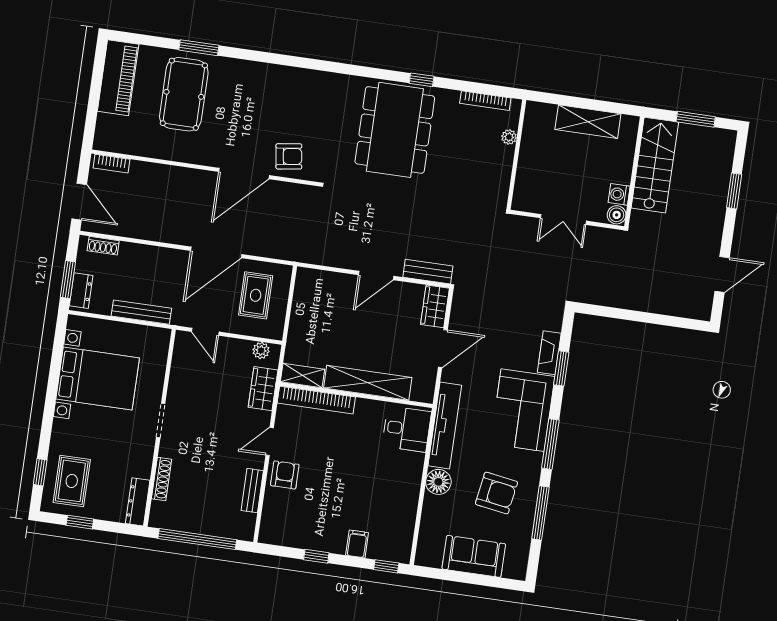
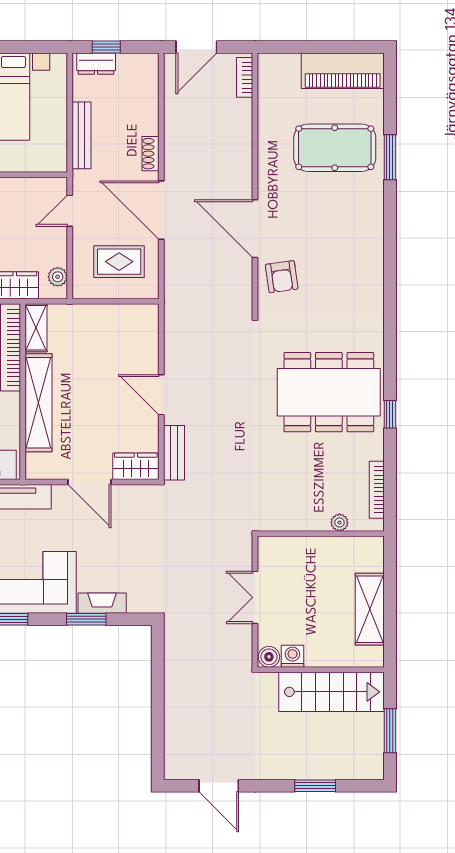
shoe rack: (103, 246) -> (150, 154), moved
window: (68, 280) -> (106, 47), width x0.67

